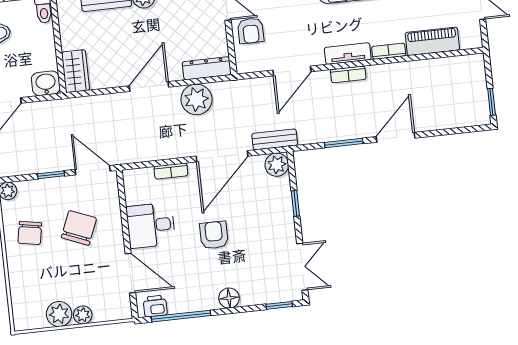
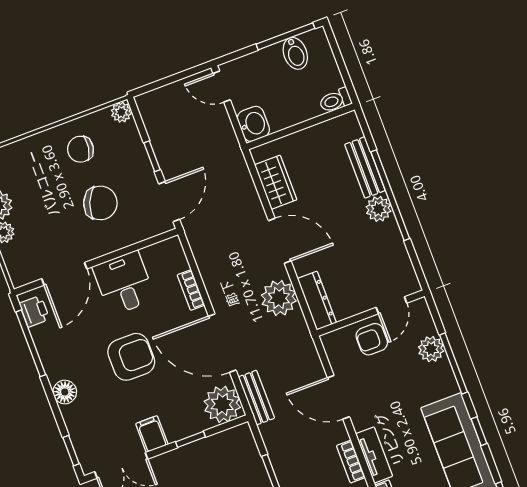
wardrobe: (76, 71) -> (276, 182), moved, turned -90
plant: (277, 165) -> (222, 404), width x1.36, depth x1.36
filing cabinet: (283, 234) -> (152, 434), added
armchair: (214, 235) -> (131, 357), width x1.38, depth x1.38

